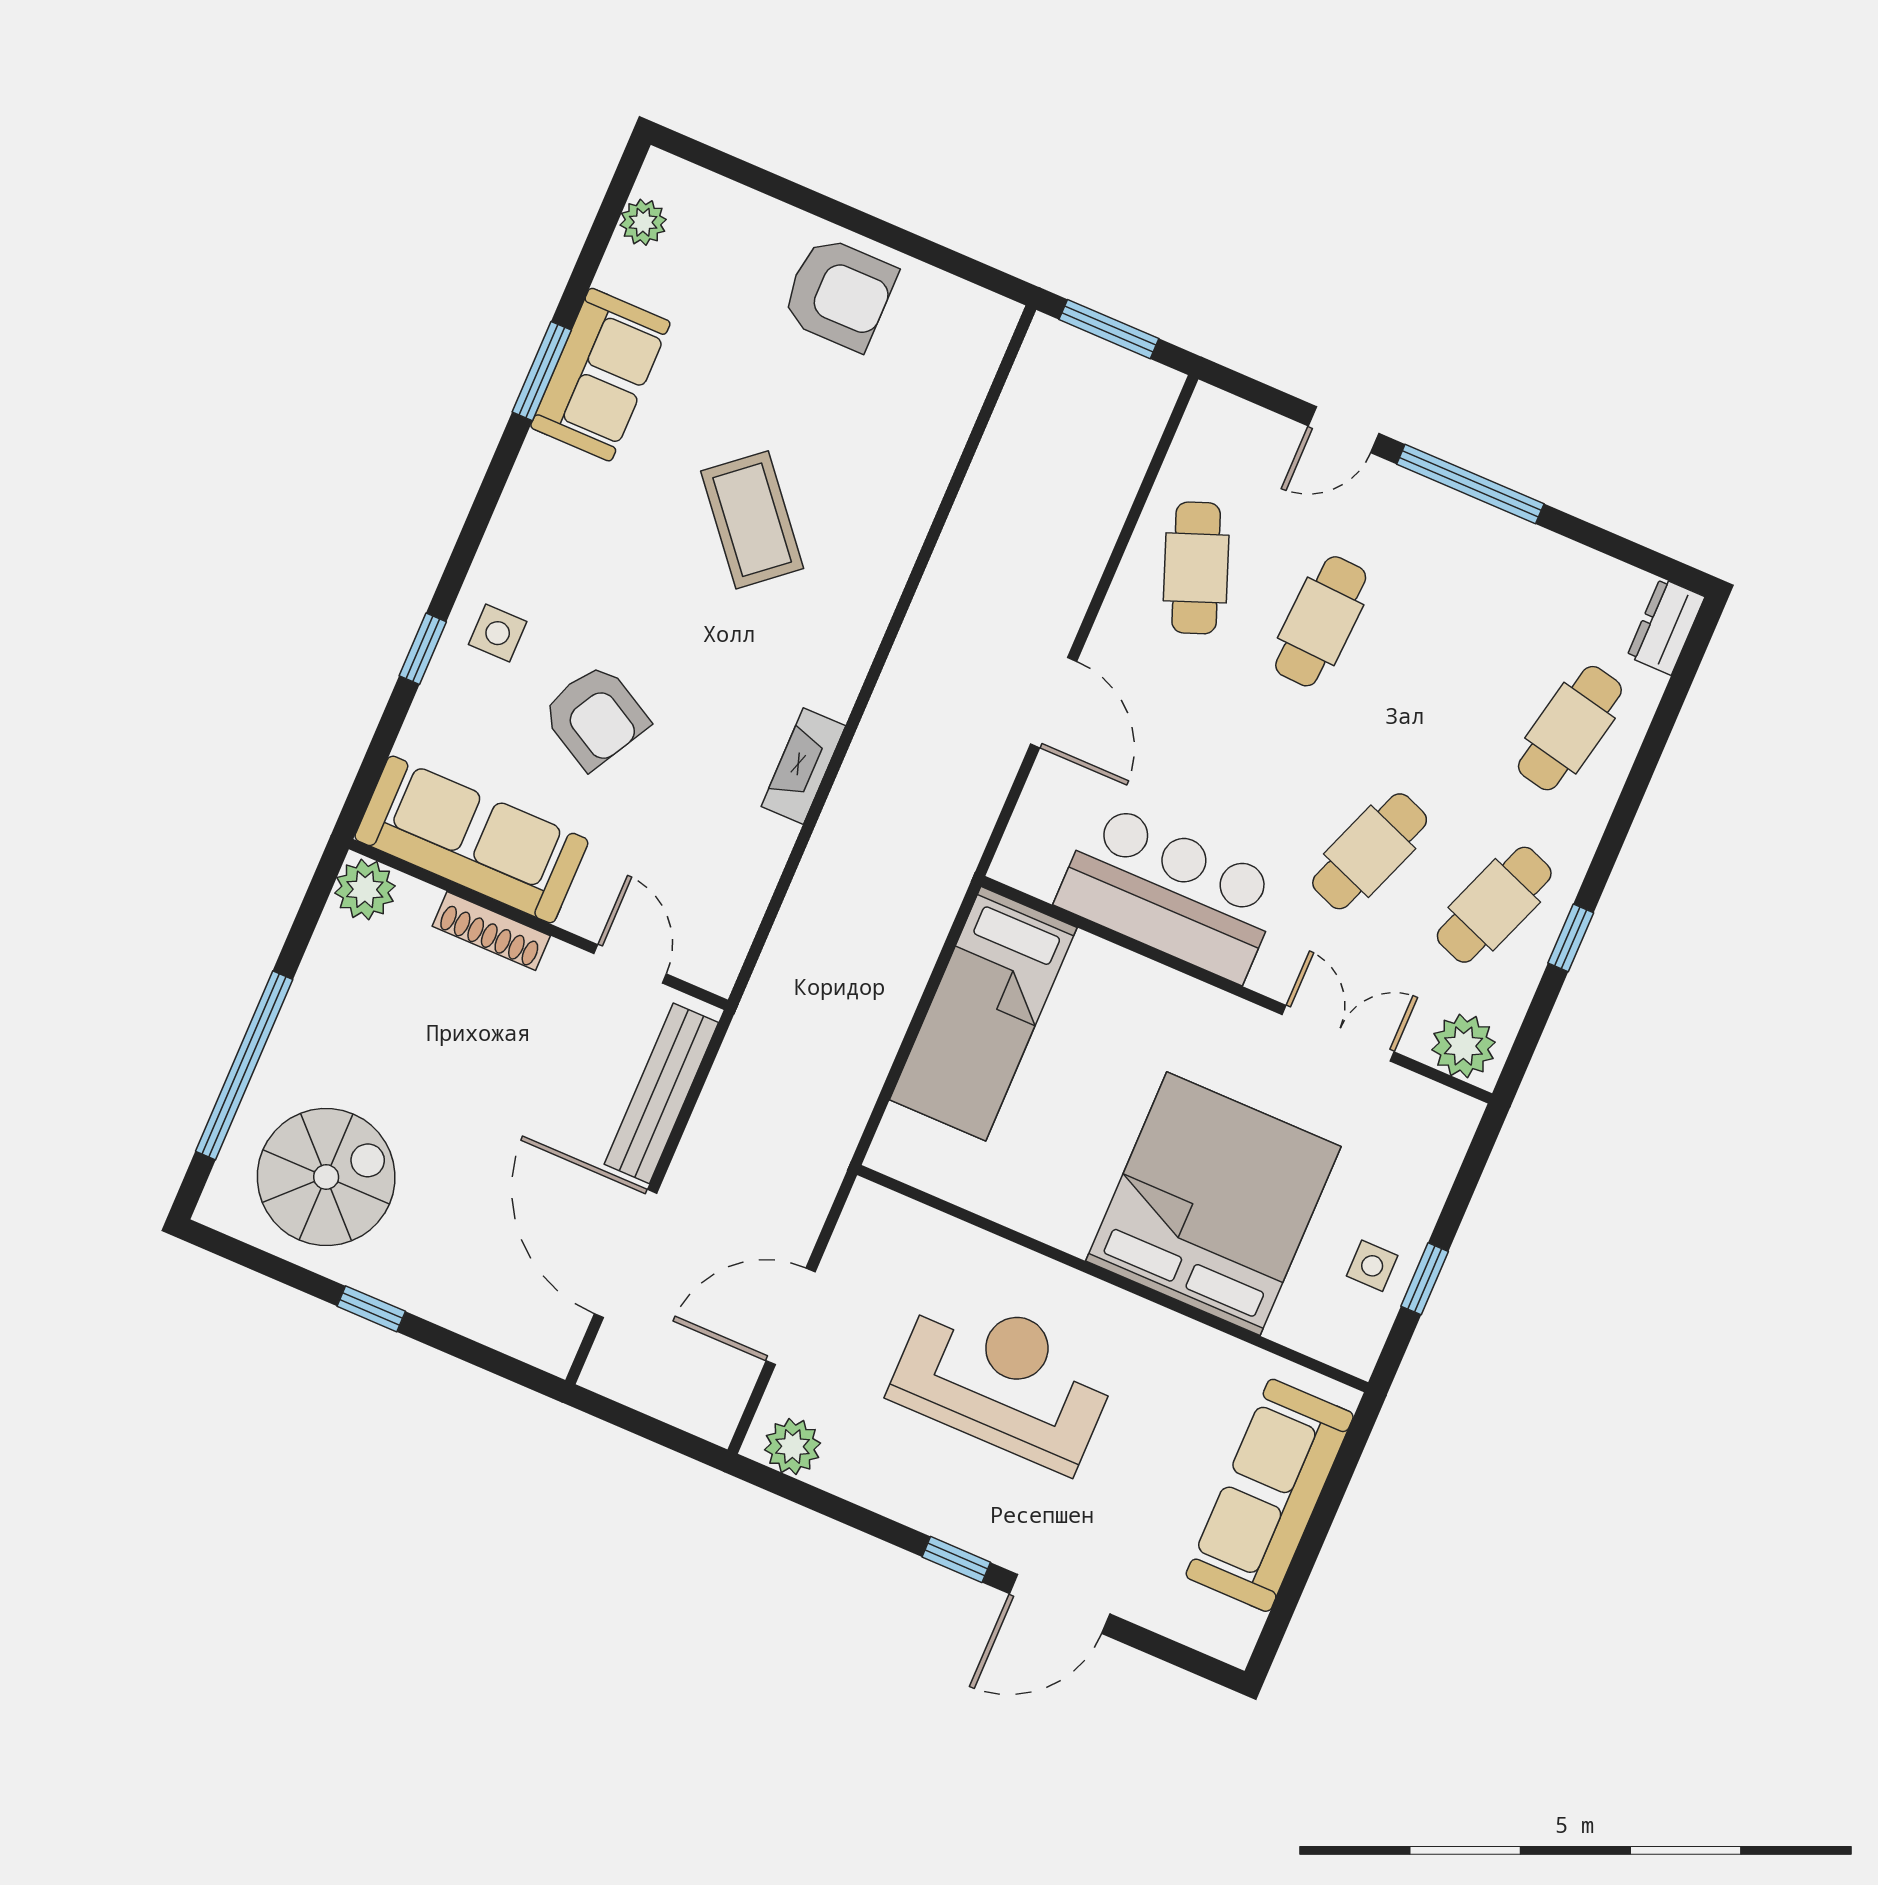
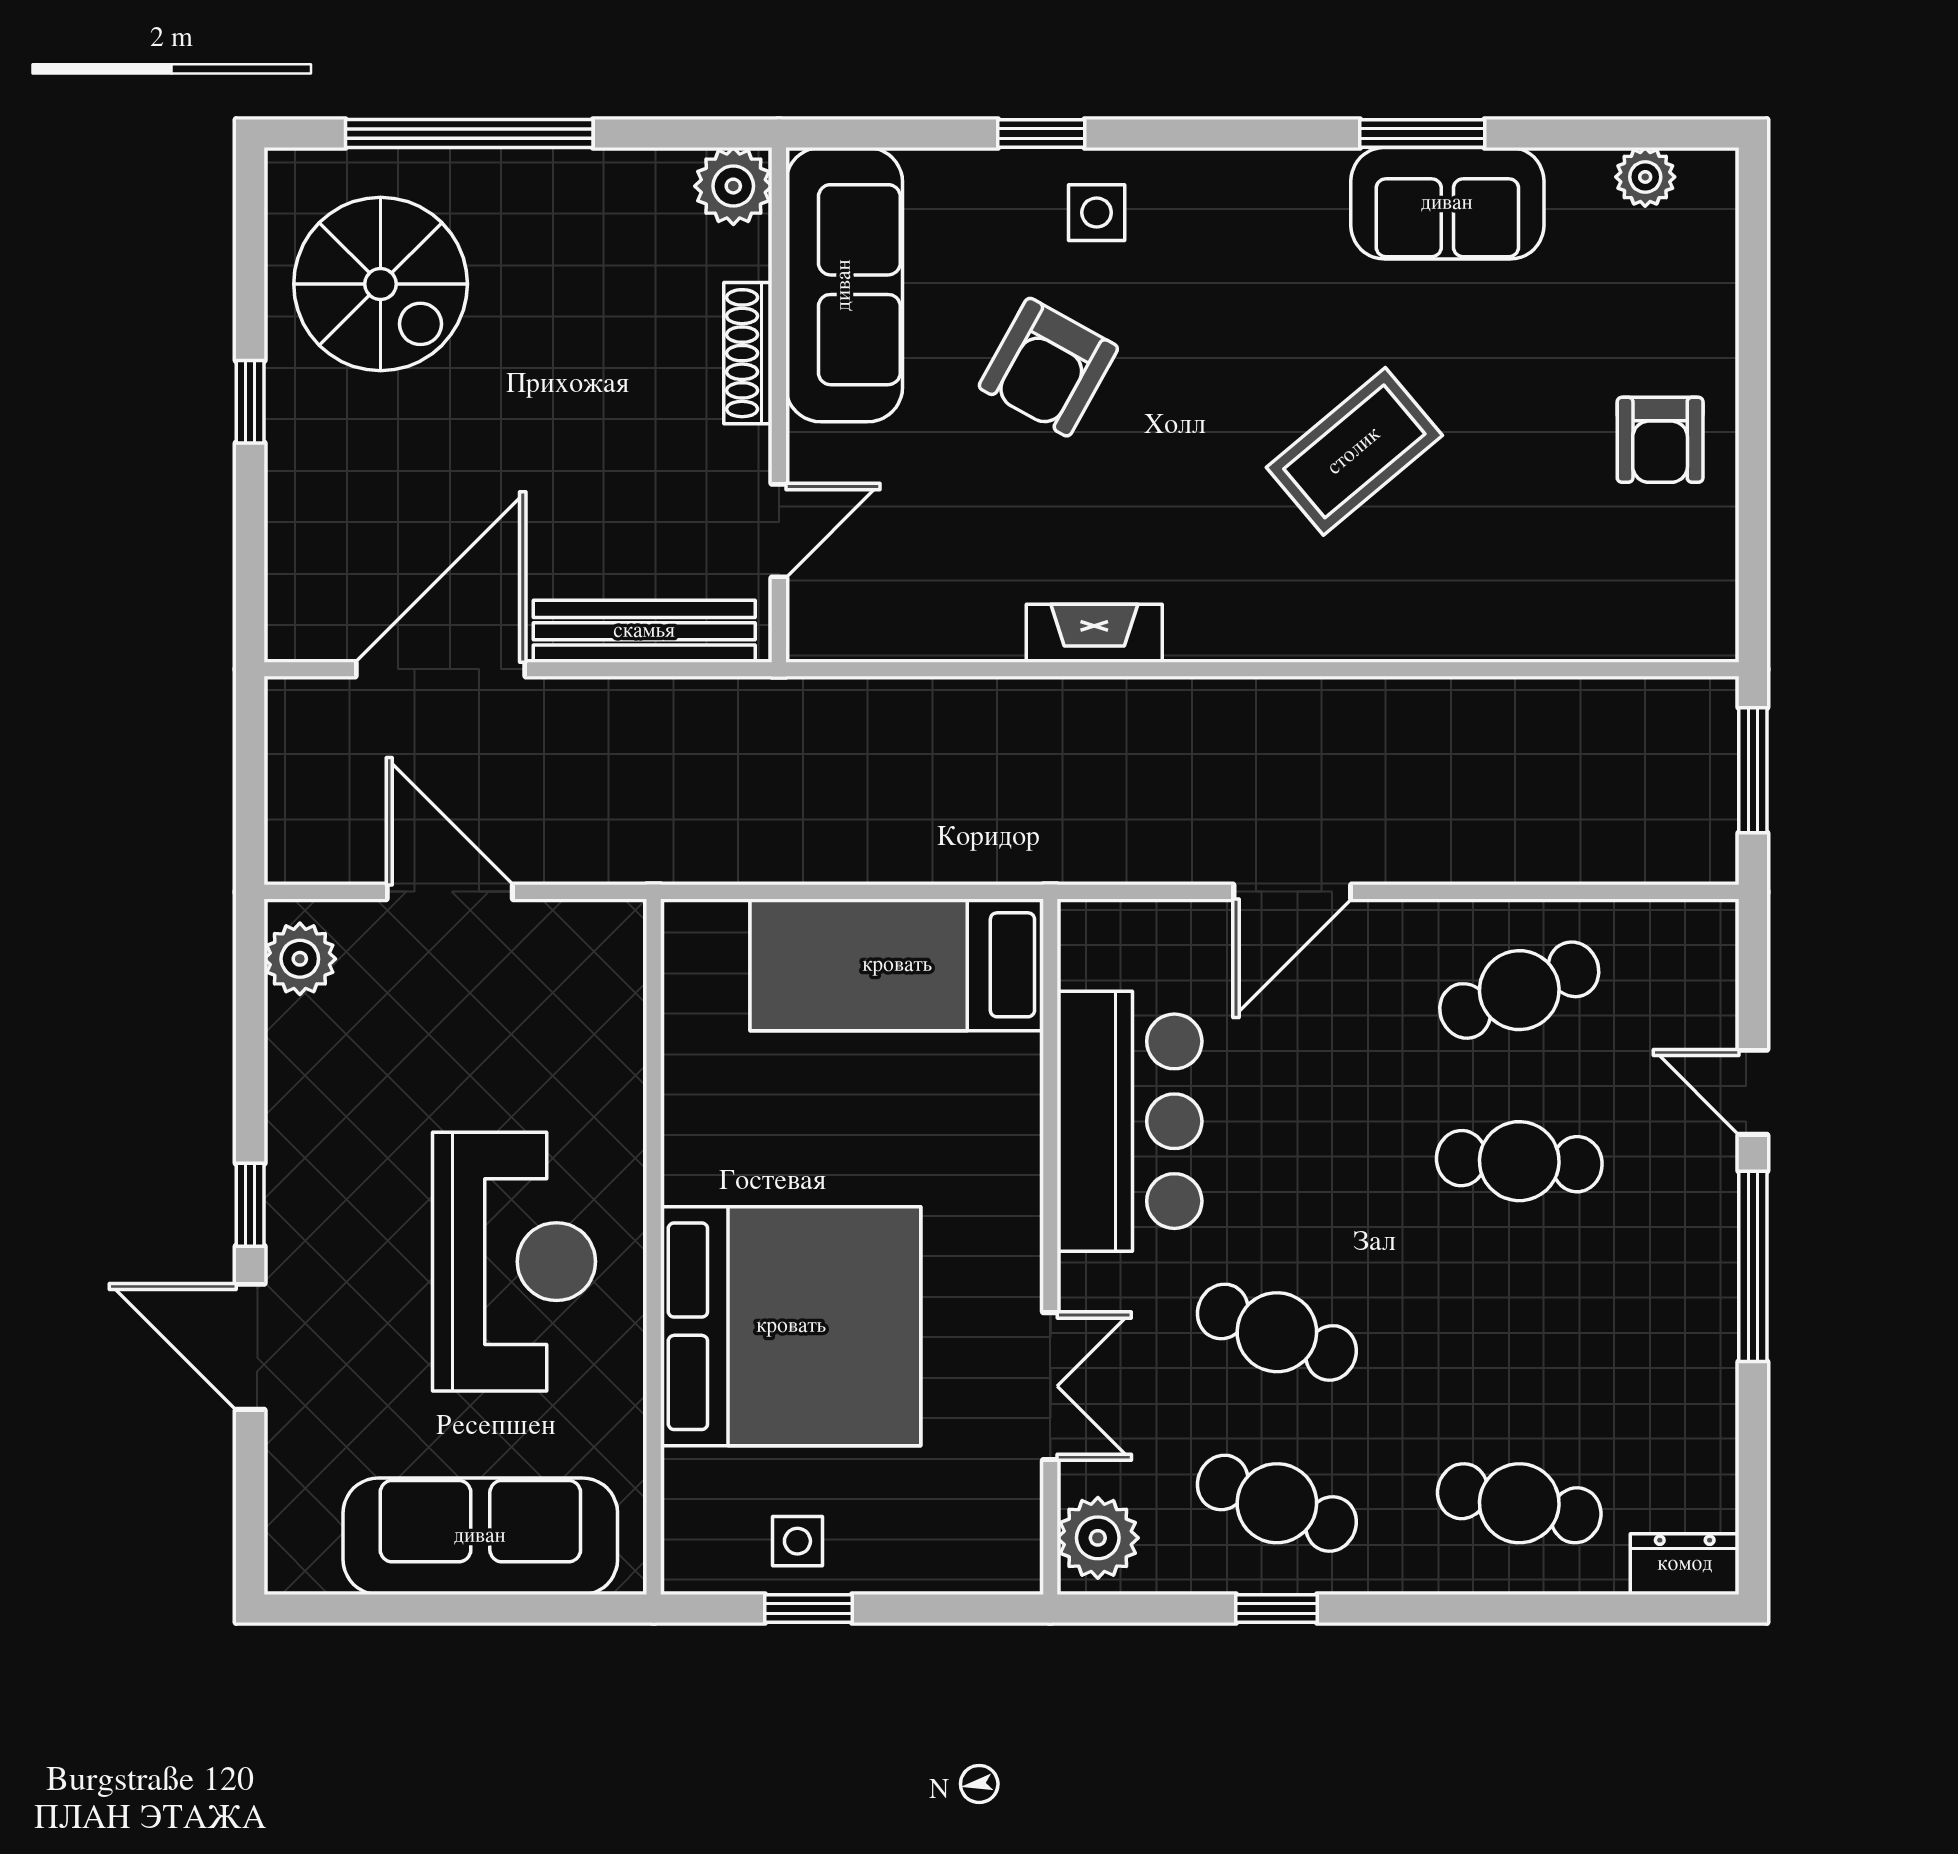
armchair: (839, 293) -> (1660, 440), width x0.72, depth x0.72
reception desk: (1004, 1379) -> (514, 1262), moved

